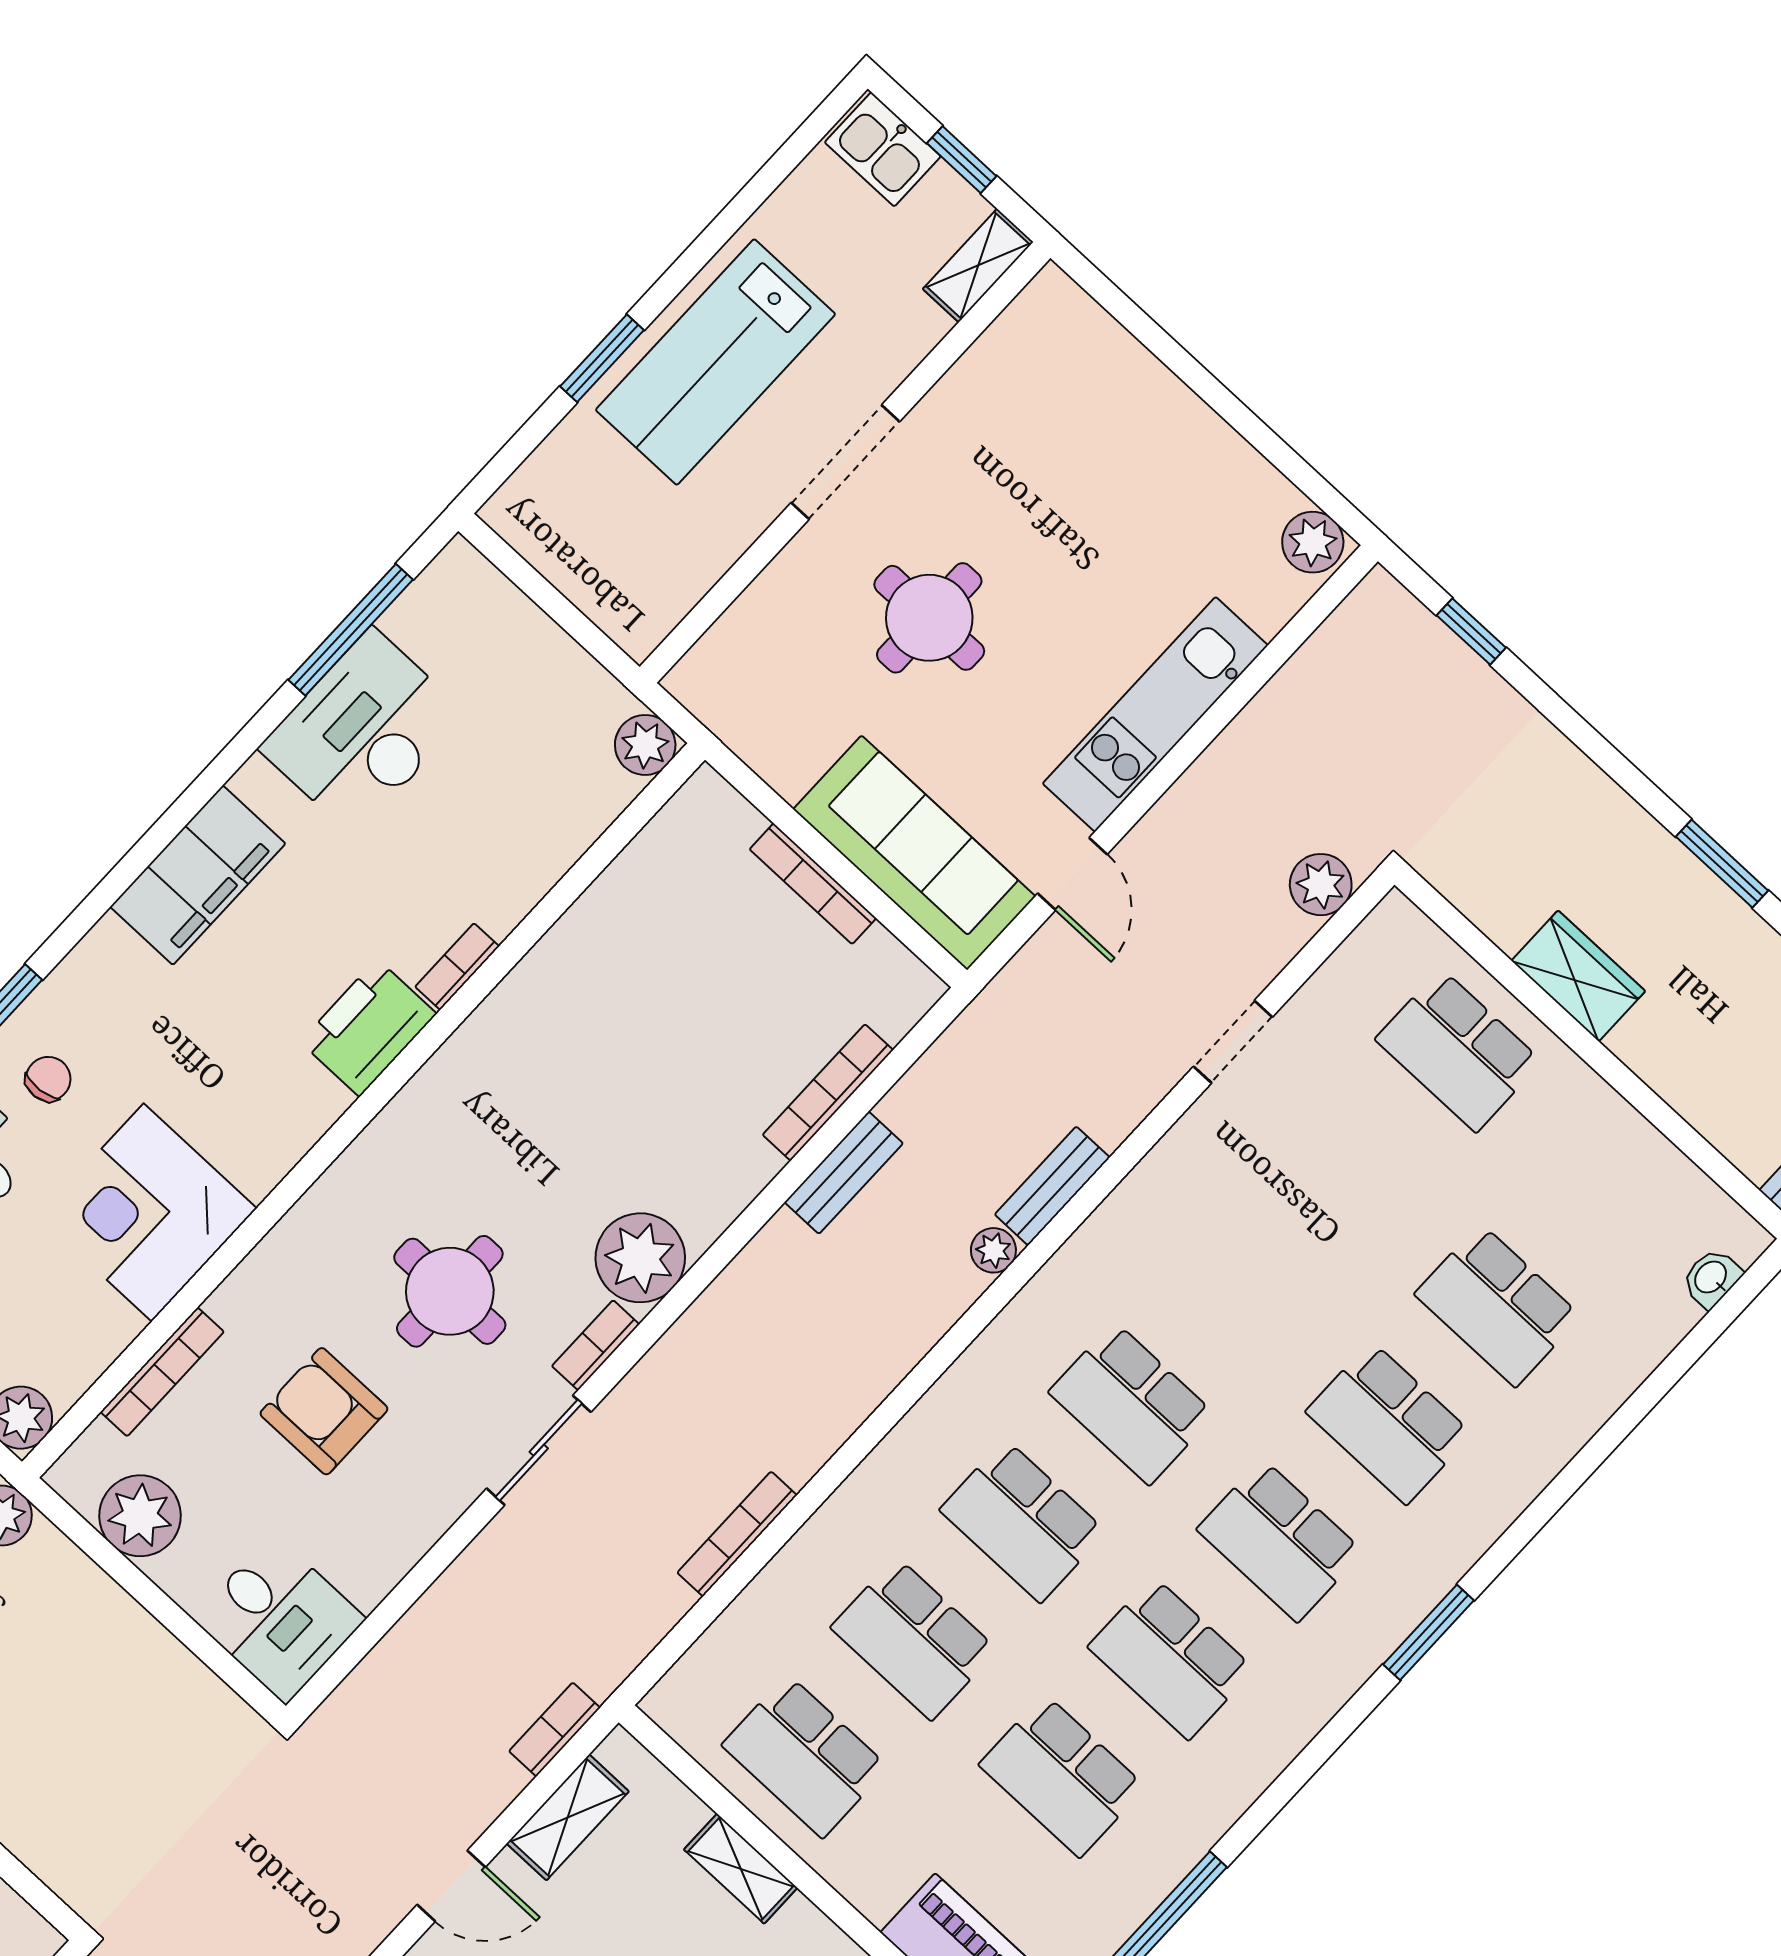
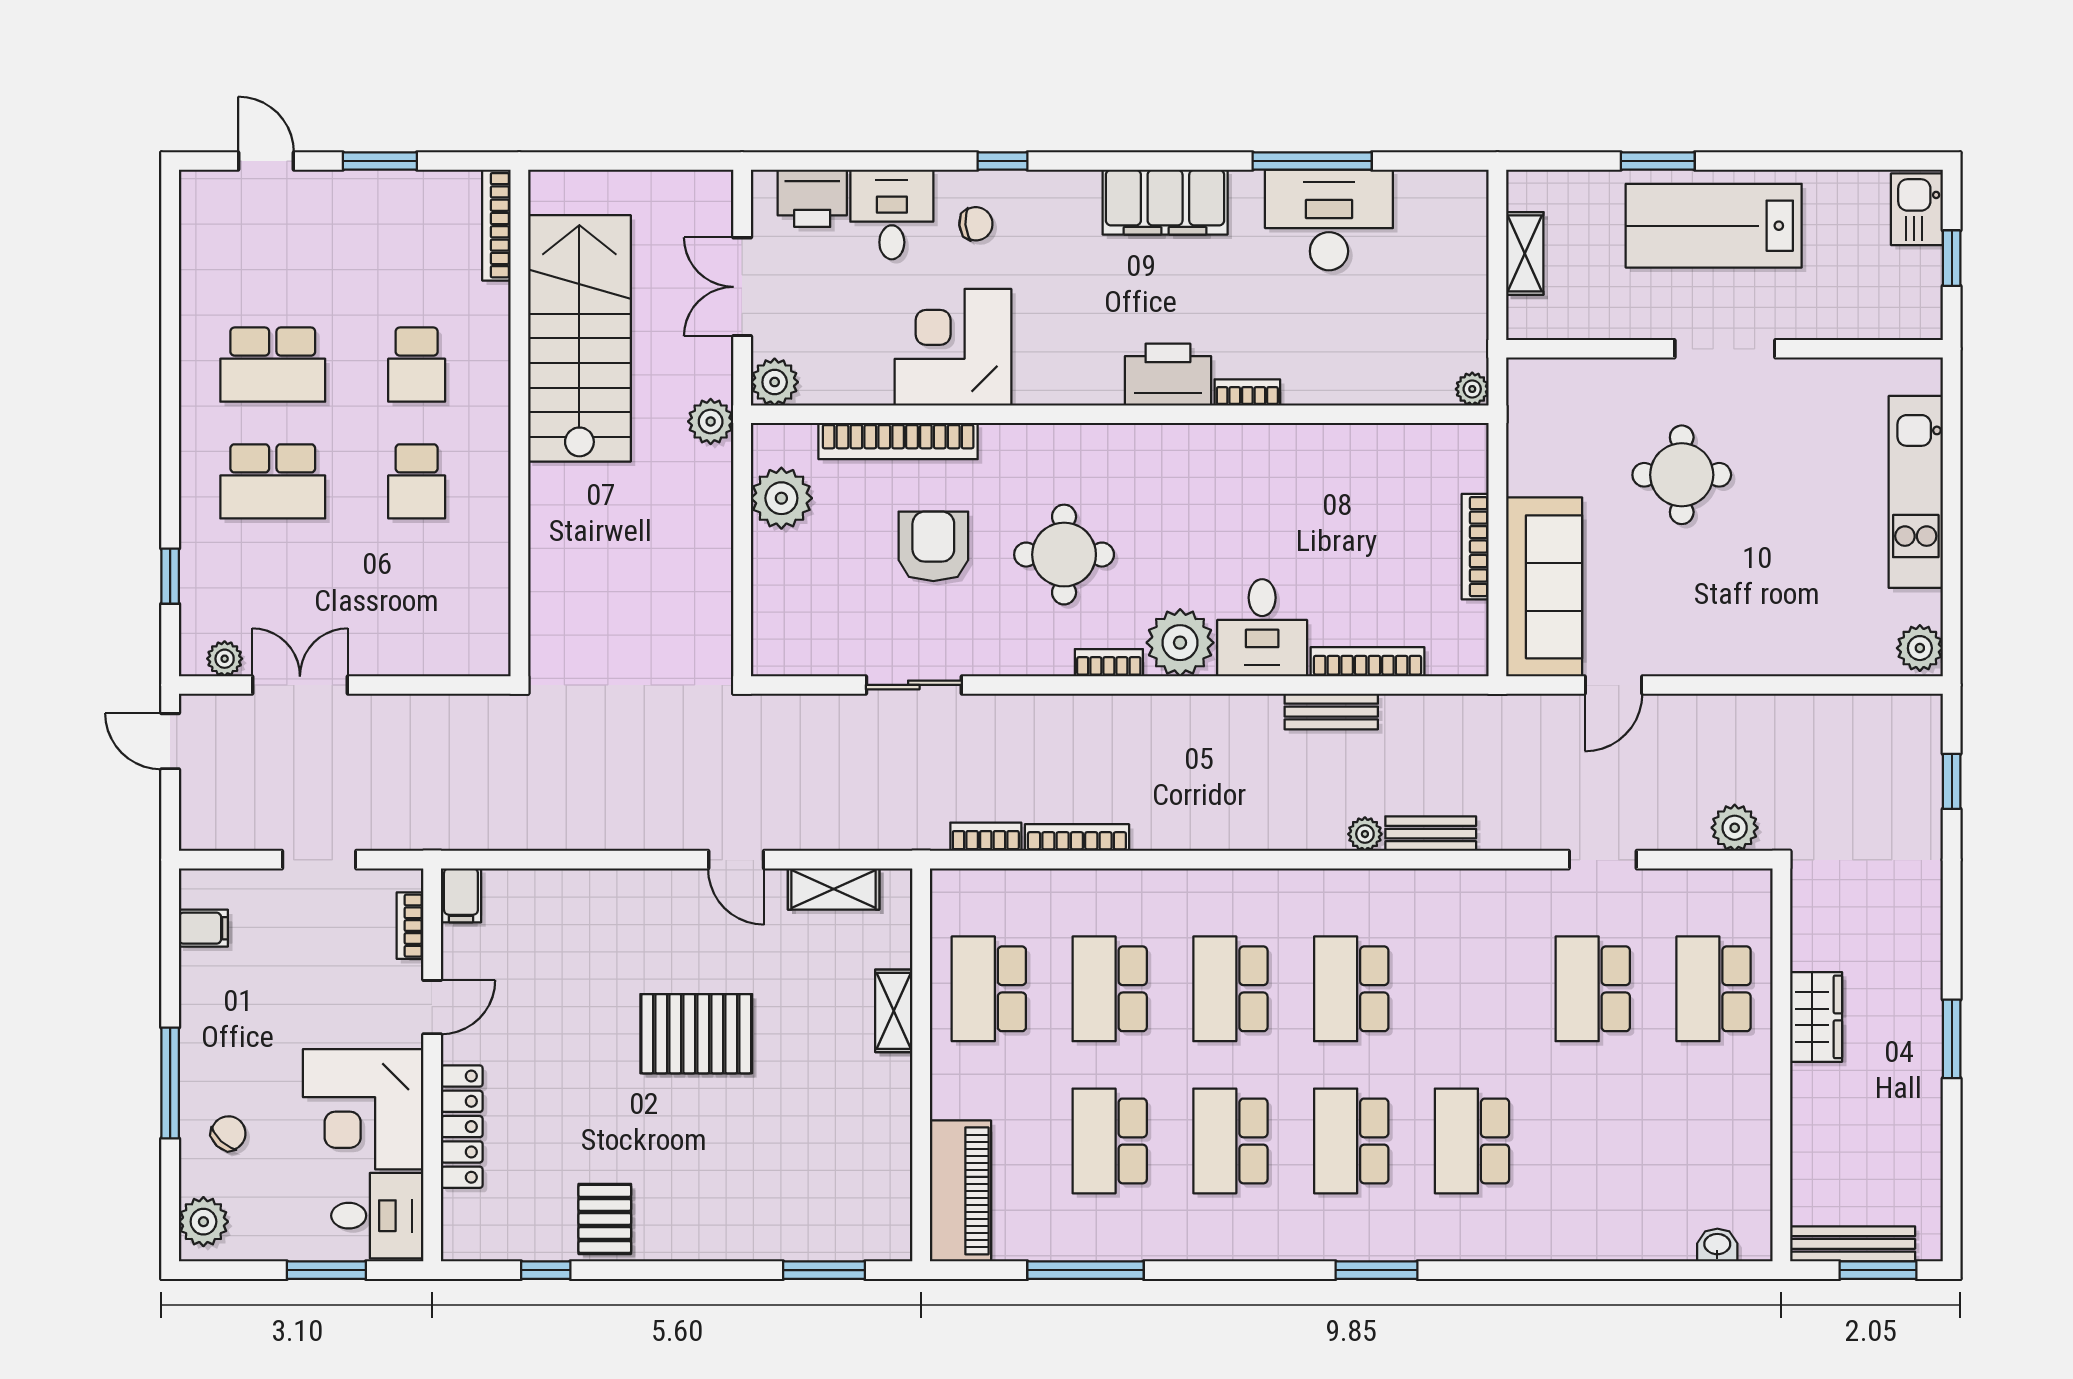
shelving: (978, 265) -> (1525, 253), moved, turned 90
window: (351, 630) -> (1312, 161), moved
kitchen unit: (1155, 714) -> (1916, 492), moved, turned -90
plant: (645, 745) -> (1472, 389), width x0.73, depth x0.73
school desk: (1498, 1305) -> (1593, 989), moved
bookcase: (162, 1372) -> (898, 441), width x1.48, depth x1.31
sliding door: (539, 1450) -> (914, 685), moved
desk: (279, 1619) -> (1262, 628), moved
bookcase: (555, 1729) -> (986, 837), moved

